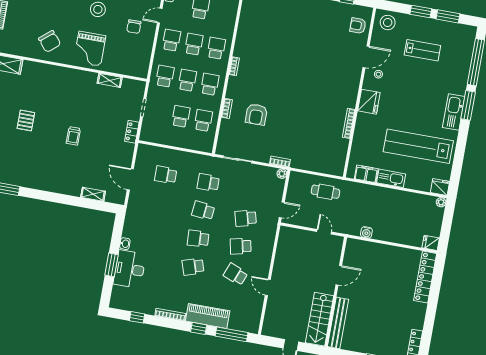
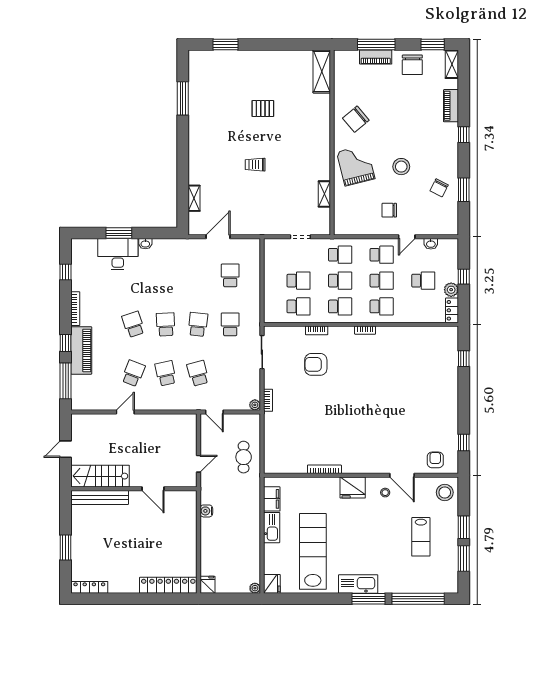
door: (160, 16) -> (407, 237), swing flipped
grand piano: (90, 49) -> (356, 165), turned 76
locker: (132, 132) -> (271, 229), removed

